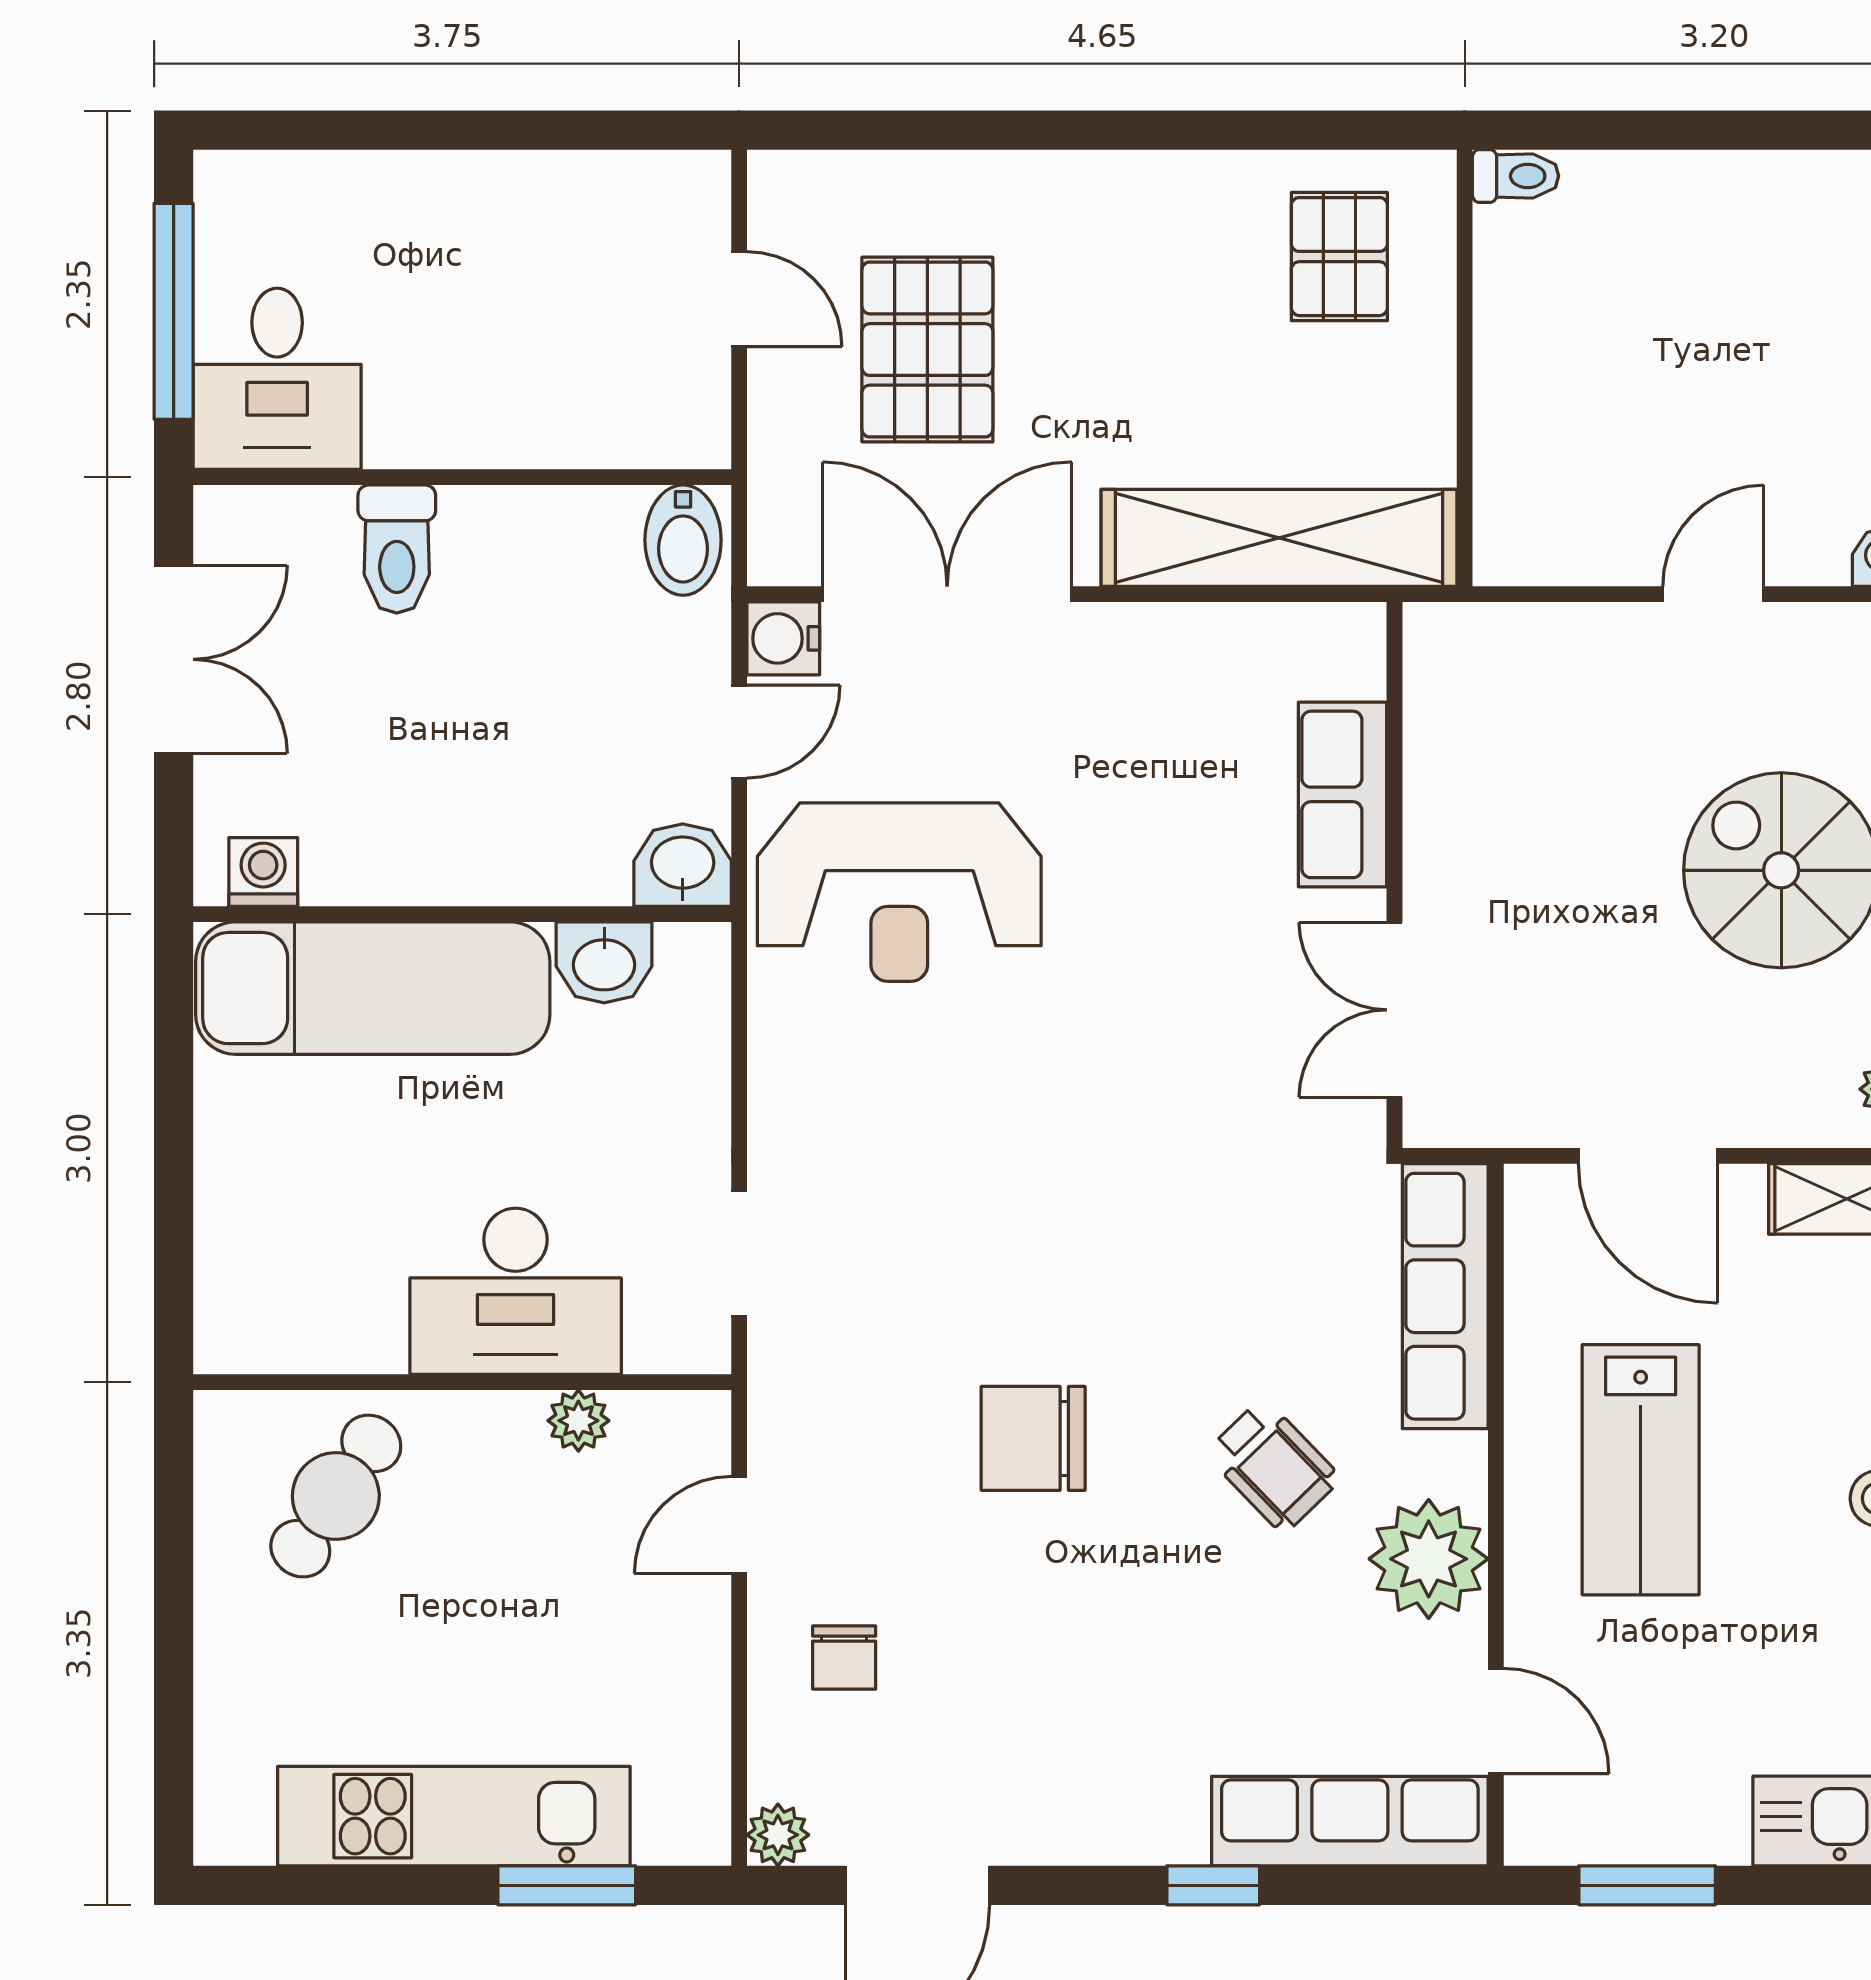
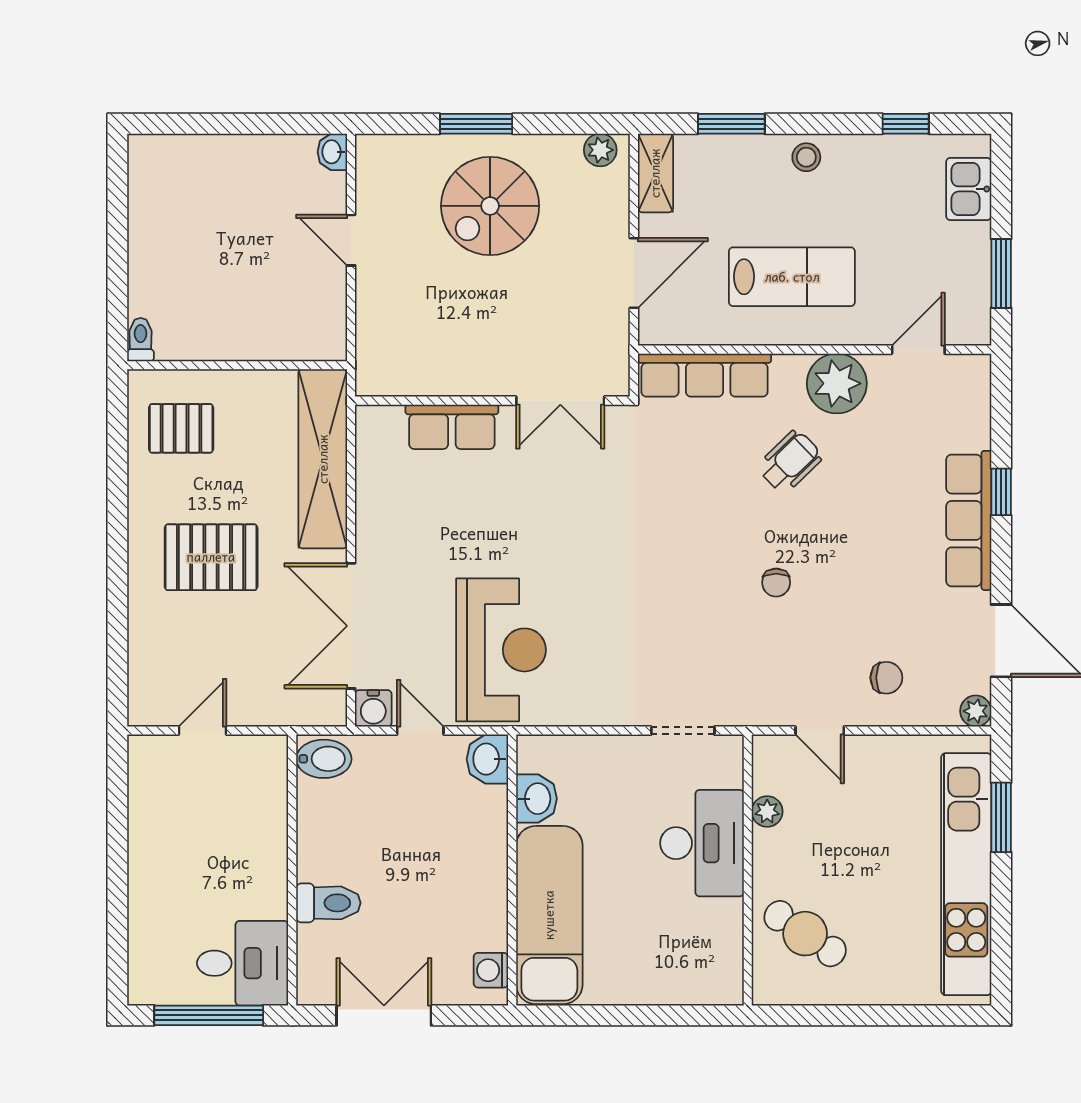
pallet: (927, 350) -> (211, 557), moved
chair: (1033, 1438) -> (776, 583), width x0.54, depth x0.54
kitchen unit: (454, 1816) -> (966, 874), width x1.36
row of seats: (1350, 1821) -> (969, 520), moved

